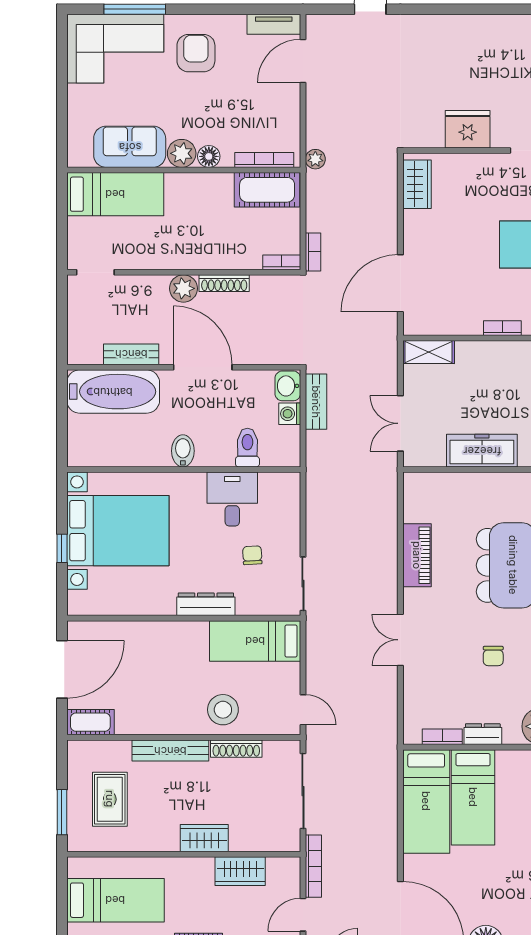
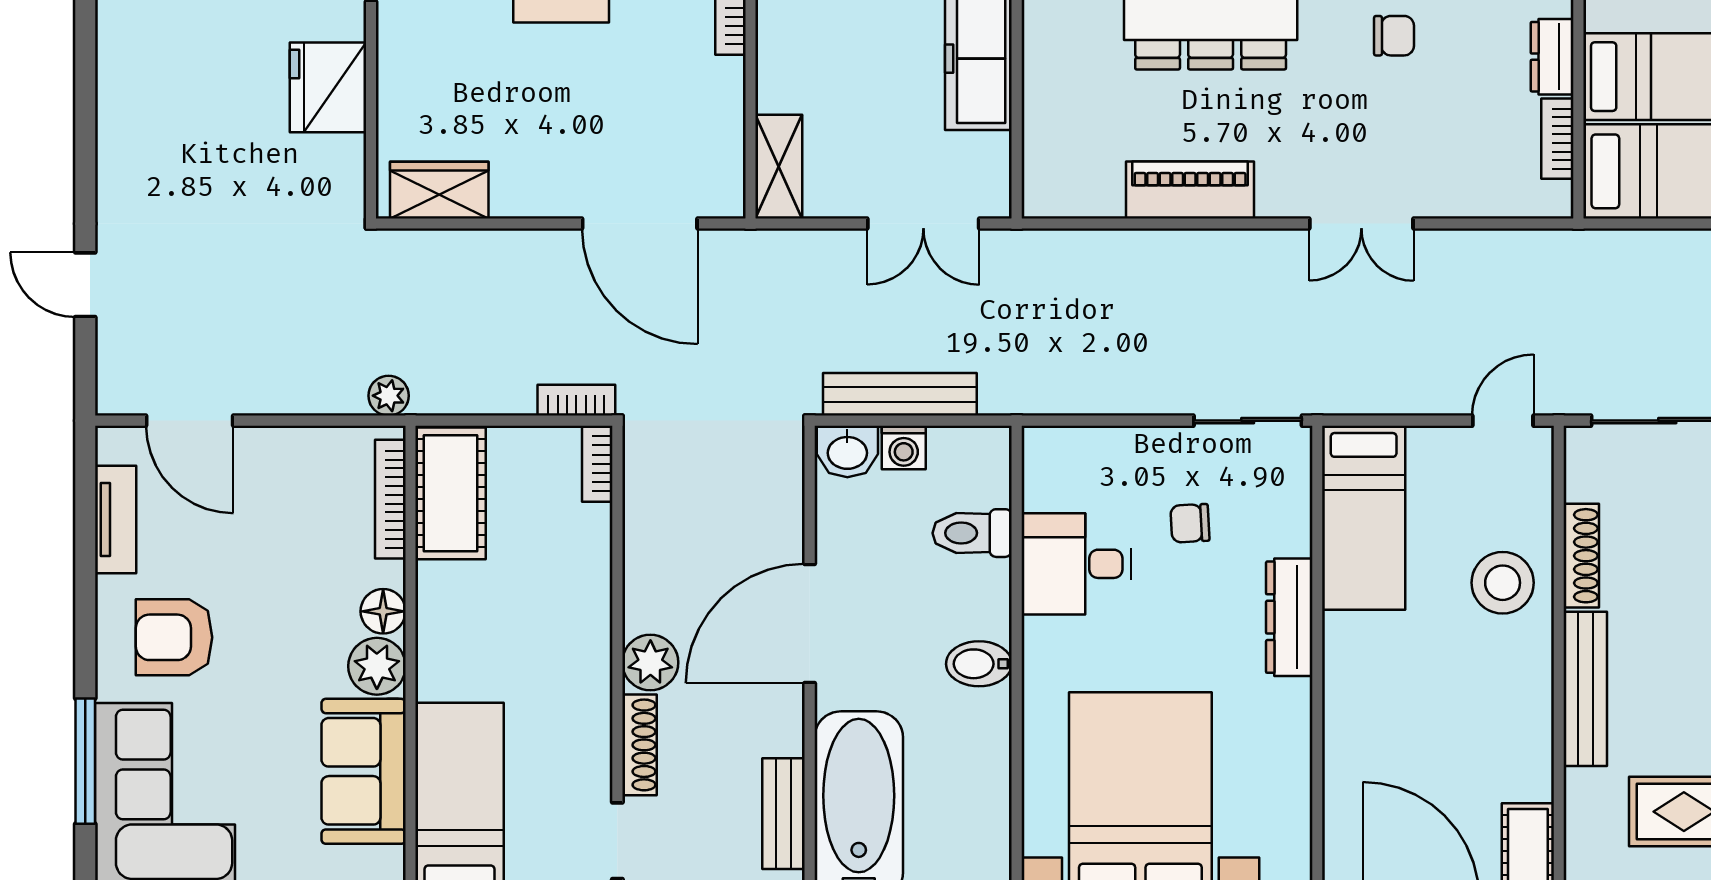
tv unit: (274, 24) -> (116, 519), moved
shoe rack: (224, 283) -> (640, 745), moved
bench: (131, 354) -> (783, 814), moved
bench: (316, 402) -> (900, 394), width x1.36

